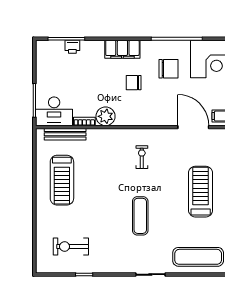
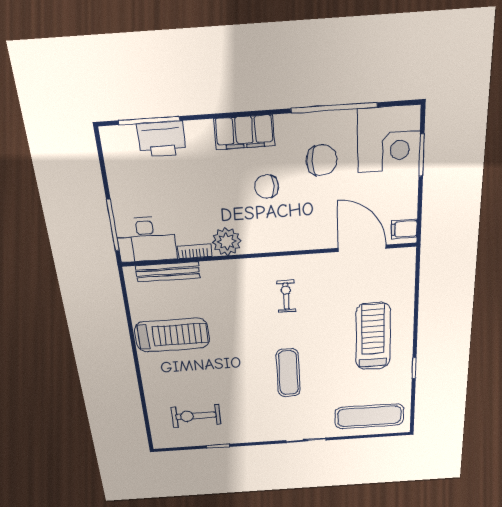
printer: (72, 47) -> (162, 139), width x1.87, depth x1.48
treadmill: (62, 180) -> (172, 335), turned -90

